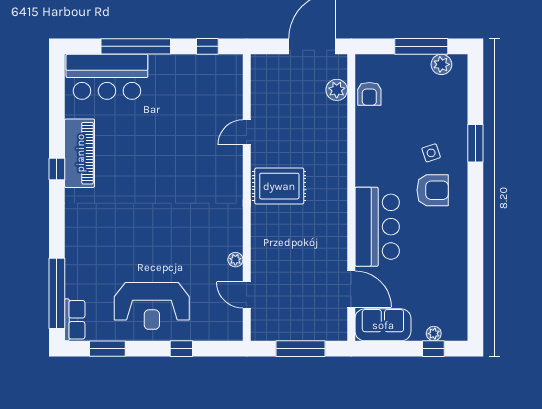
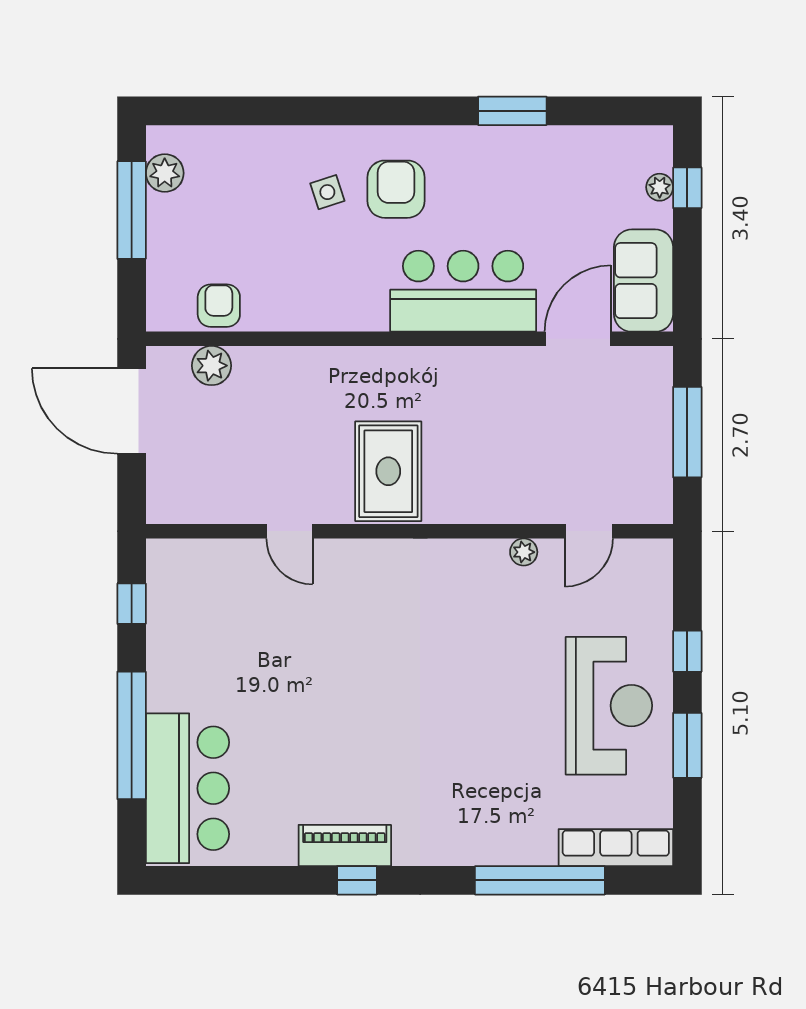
armchair: (369, 94) -> (219, 306), turned -90
window: (475, 143) -> (512, 111), moved
piano: (80, 153) -> (345, 845), width x0.73, depth x0.75
window: (57, 293) -> (540, 880), moved
row of seats: (75, 320) -> (616, 848), width x1.48
window: (107, 349) -> (687, 745), moved

